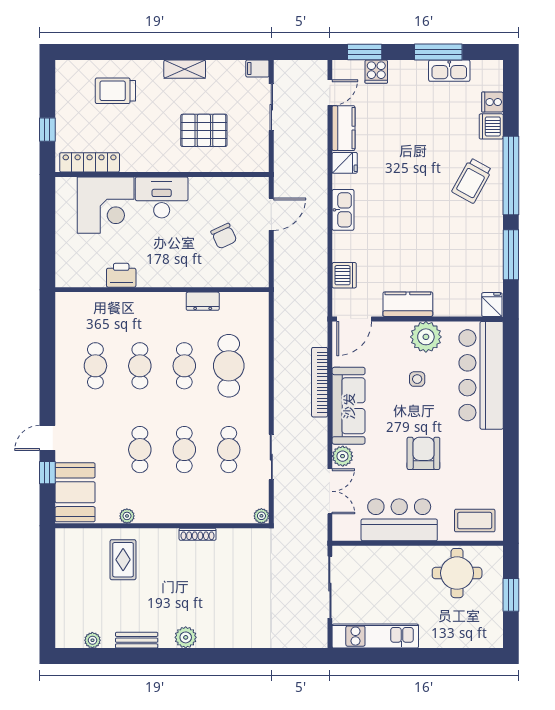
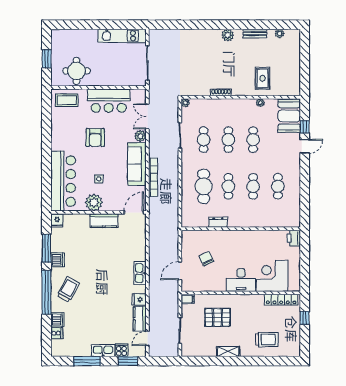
filing cabinet: (257, 69) -> (188, 299), moved
kitchen sink: (449, 71) -> (103, 351), moved
printer: (121, 275) -> (294, 238), moved, turned 90
dishwasher: (344, 275) -> (58, 260), moved, turned 180

